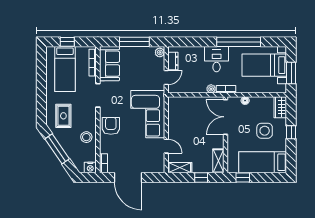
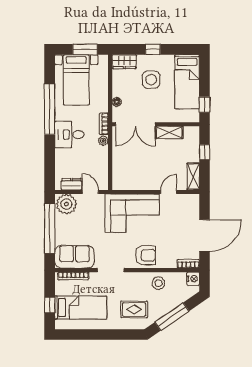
window: (134, 42) -> (50, 228), width x1.46
plant: (160, 52) -> (66, 204), width x1.88, depth x1.88
armchair: (111, 126) -> (146, 255), turned 180
shelving: (218, 161) -> (169, 132), moved

